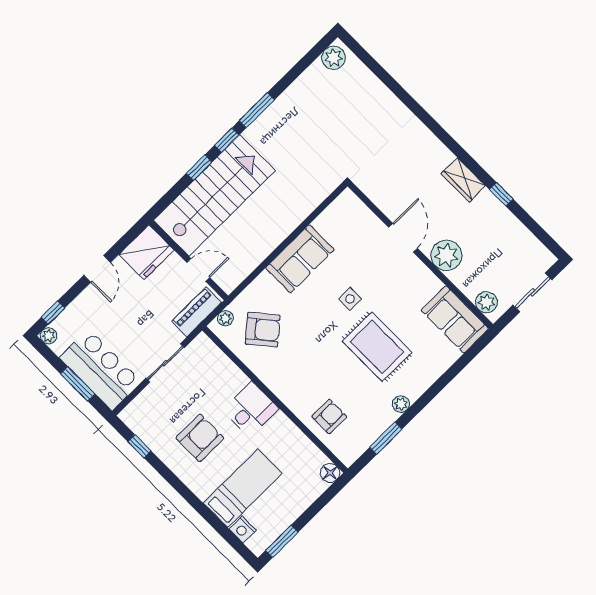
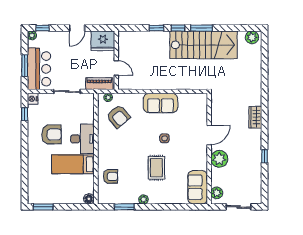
wardrobe: (463, 180) -> (255, 117), moved
stairs: (214, 195) -> (204, 45), moved
rug: (377, 347) -> (156, 168), width x0.73, depth x0.70
desk: (251, 409) -> (82, 139), width x1.37
bed: (243, 488) -> (73, 164), moved, turned 180
nightstand: (243, 530) -> (33, 99), moved

